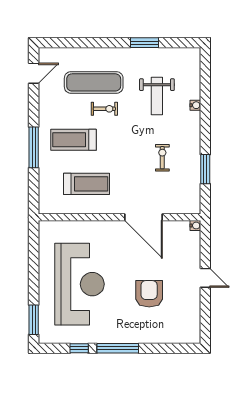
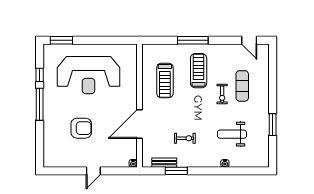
exercise mat: (94, 82) -> (242, 86), width x0.73, depth x0.69
bench: (194, 185) -> (164, 163), added

